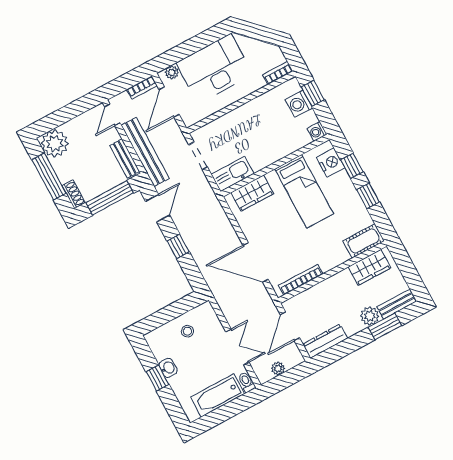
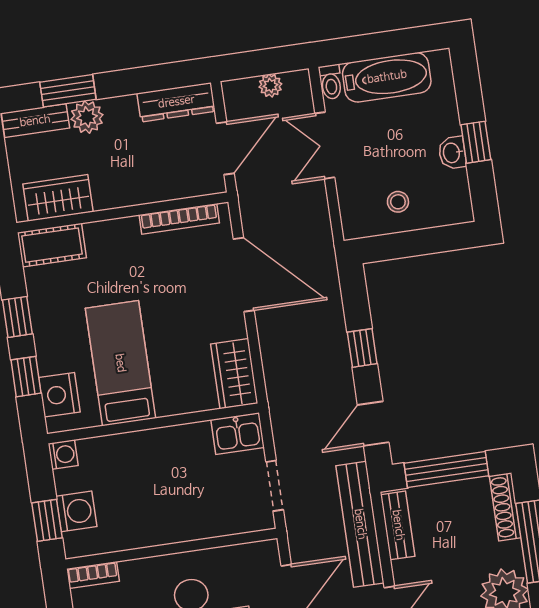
kitchen sink: (233, 174) -> (238, 434), width x0.73
wardrobe: (252, 193) -> (234, 374), moved, turned -90
shoe rack: (74, 194) -> (505, 507), width x1.43

